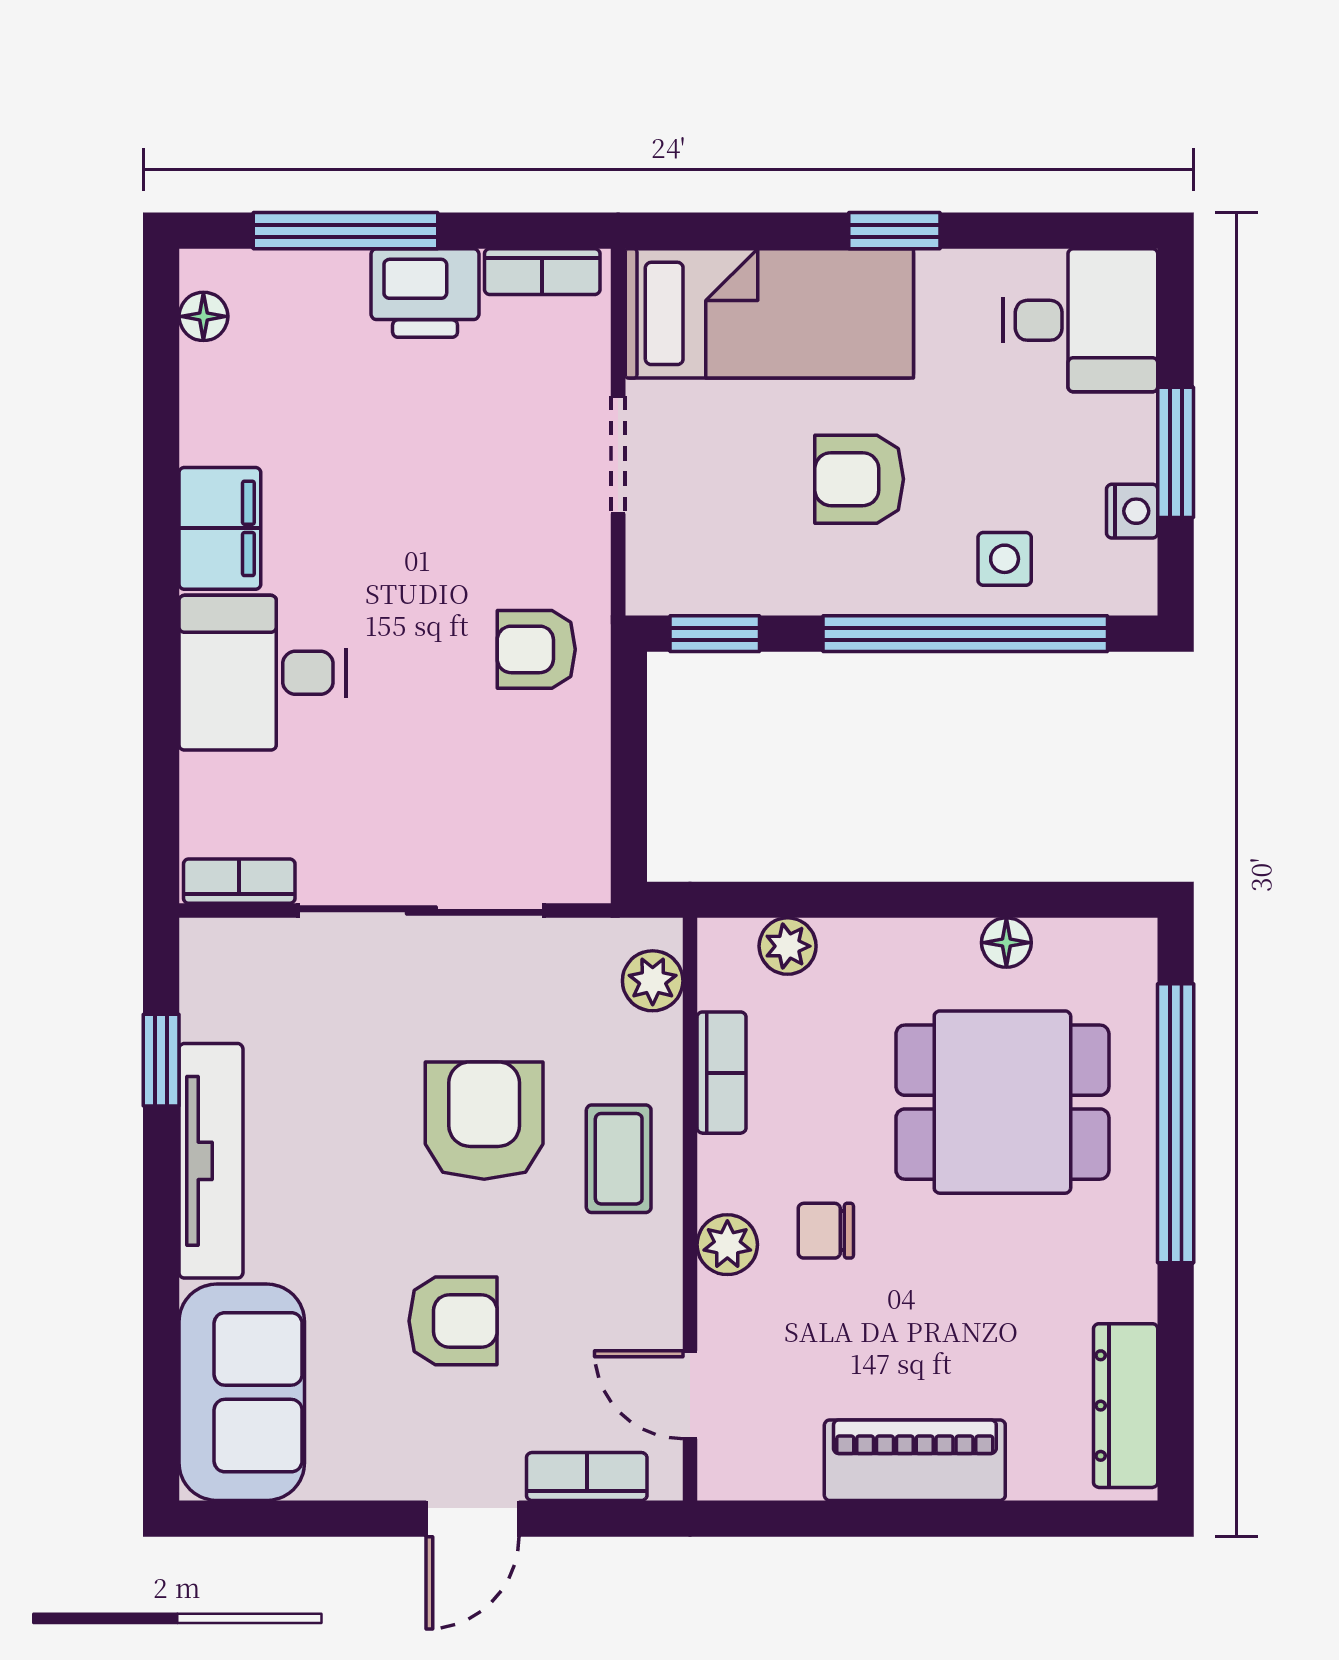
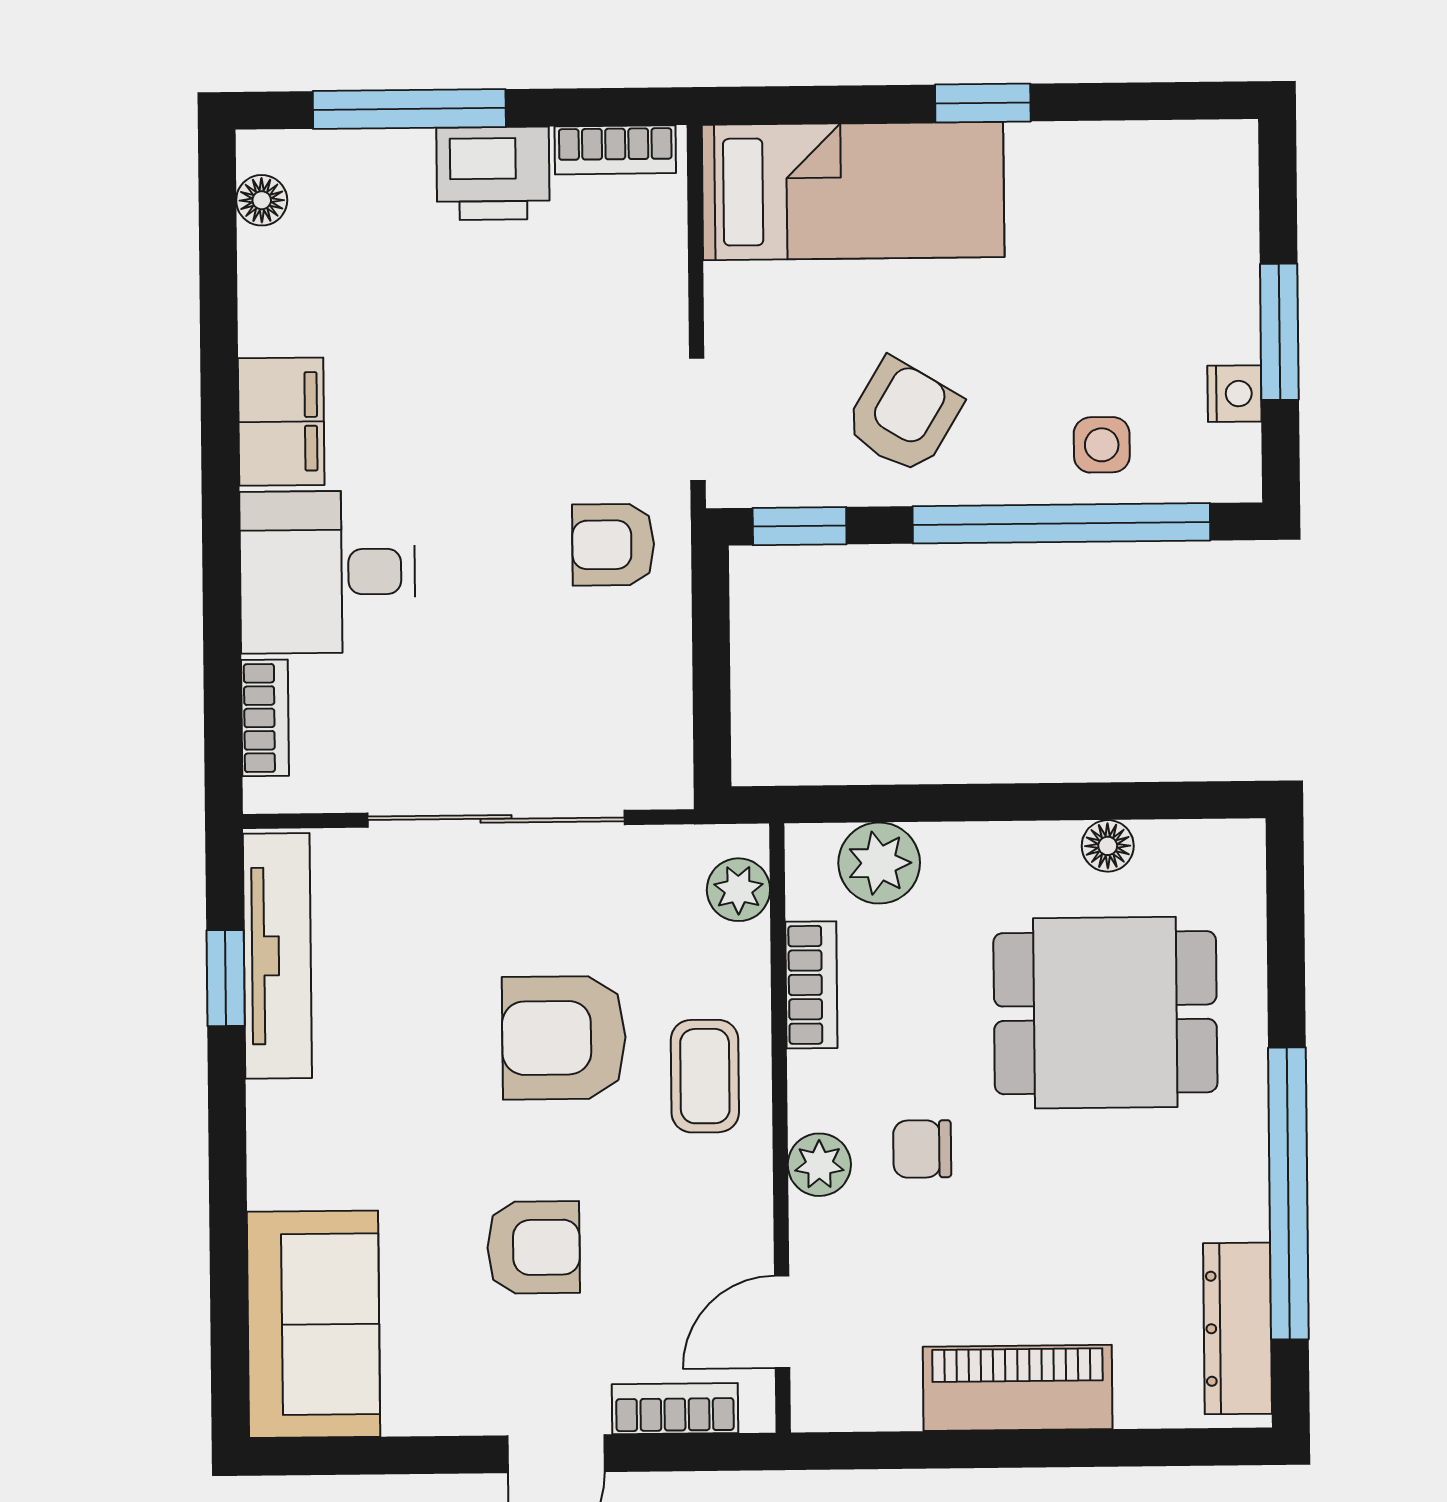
desk: (1080, 320) -> (1178, 195), removed
doorway: (618, 455) -> (697, 419), moved
armchair: (859, 479) -> (903, 416), moved, turned 121
bookcase: (239, 881) -> (265, 718), moved, turned 90
plant: (788, 946) -> (879, 863), width x1.38, depth x1.38
armchair: (484, 1121) -> (564, 1038), turned -90
window: (1176, 1123) -> (1288, 1193), moved
tv unit: (211, 1161) -> (277, 956), moved
door: (690, 1395) -> (782, 1322), hinge flipped

